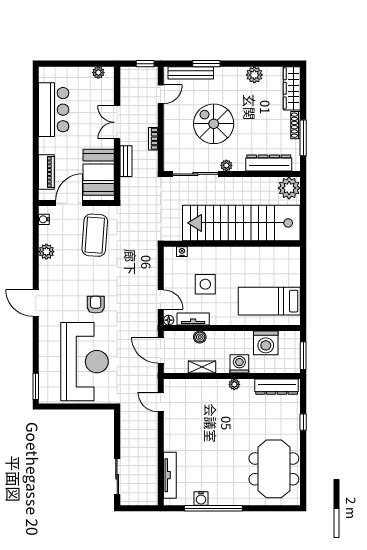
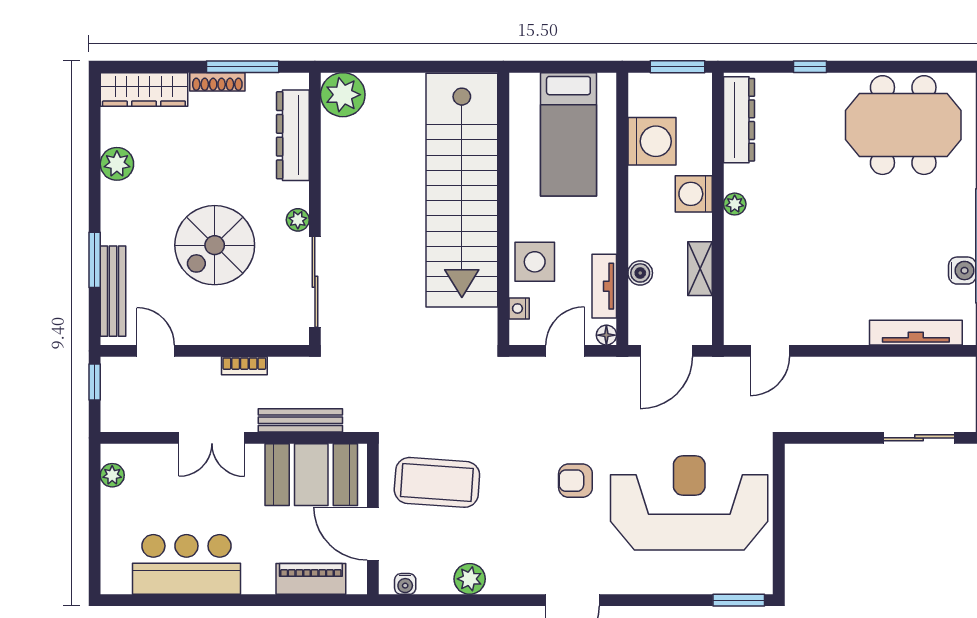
bench: (126, 161) -> (300, 420), width x1.36
stairs: (241, 223) -> (462, 190), moved
wall: (232, 244) -> (503, 209), moved
nightstand: (182, 252) -> (519, 308), moved

